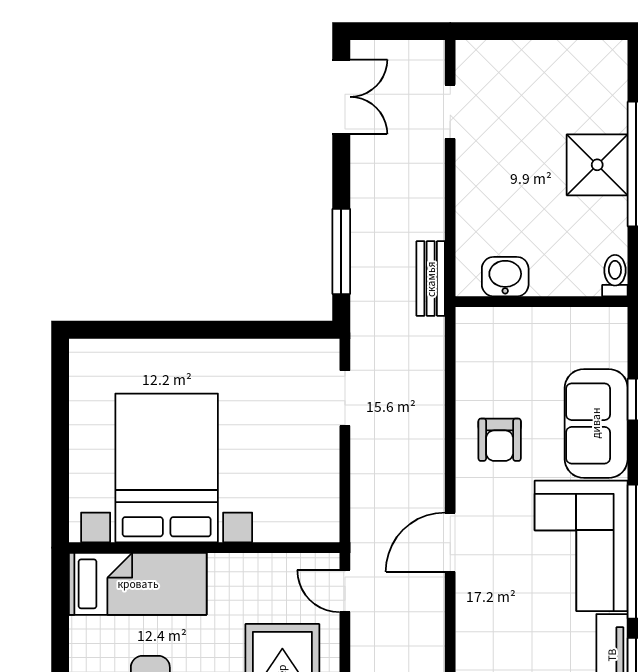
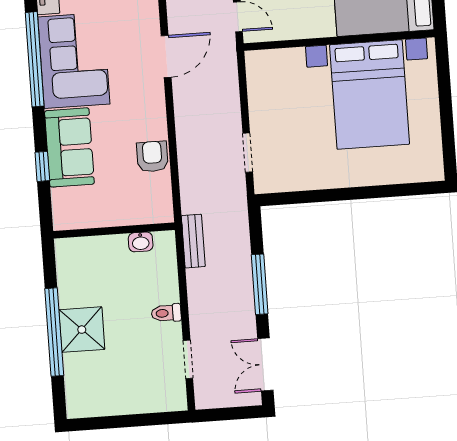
window: (341, 251) -> (260, 284), moved
toilet: (615, 276) -> (166, 313), moved, turned 90
washbasin: (505, 277) -> (141, 242), width x0.72, depth x0.69
armchair: (500, 440) -> (152, 157), moved

